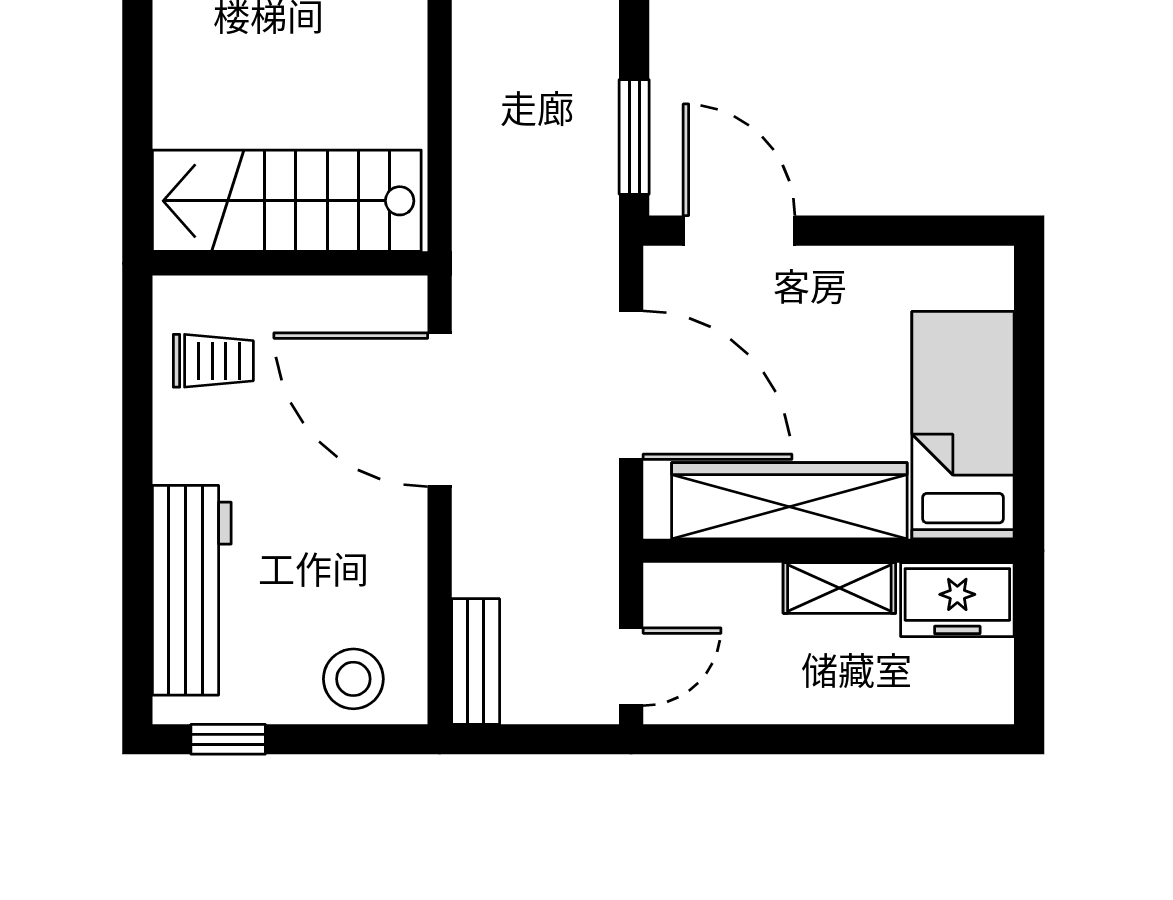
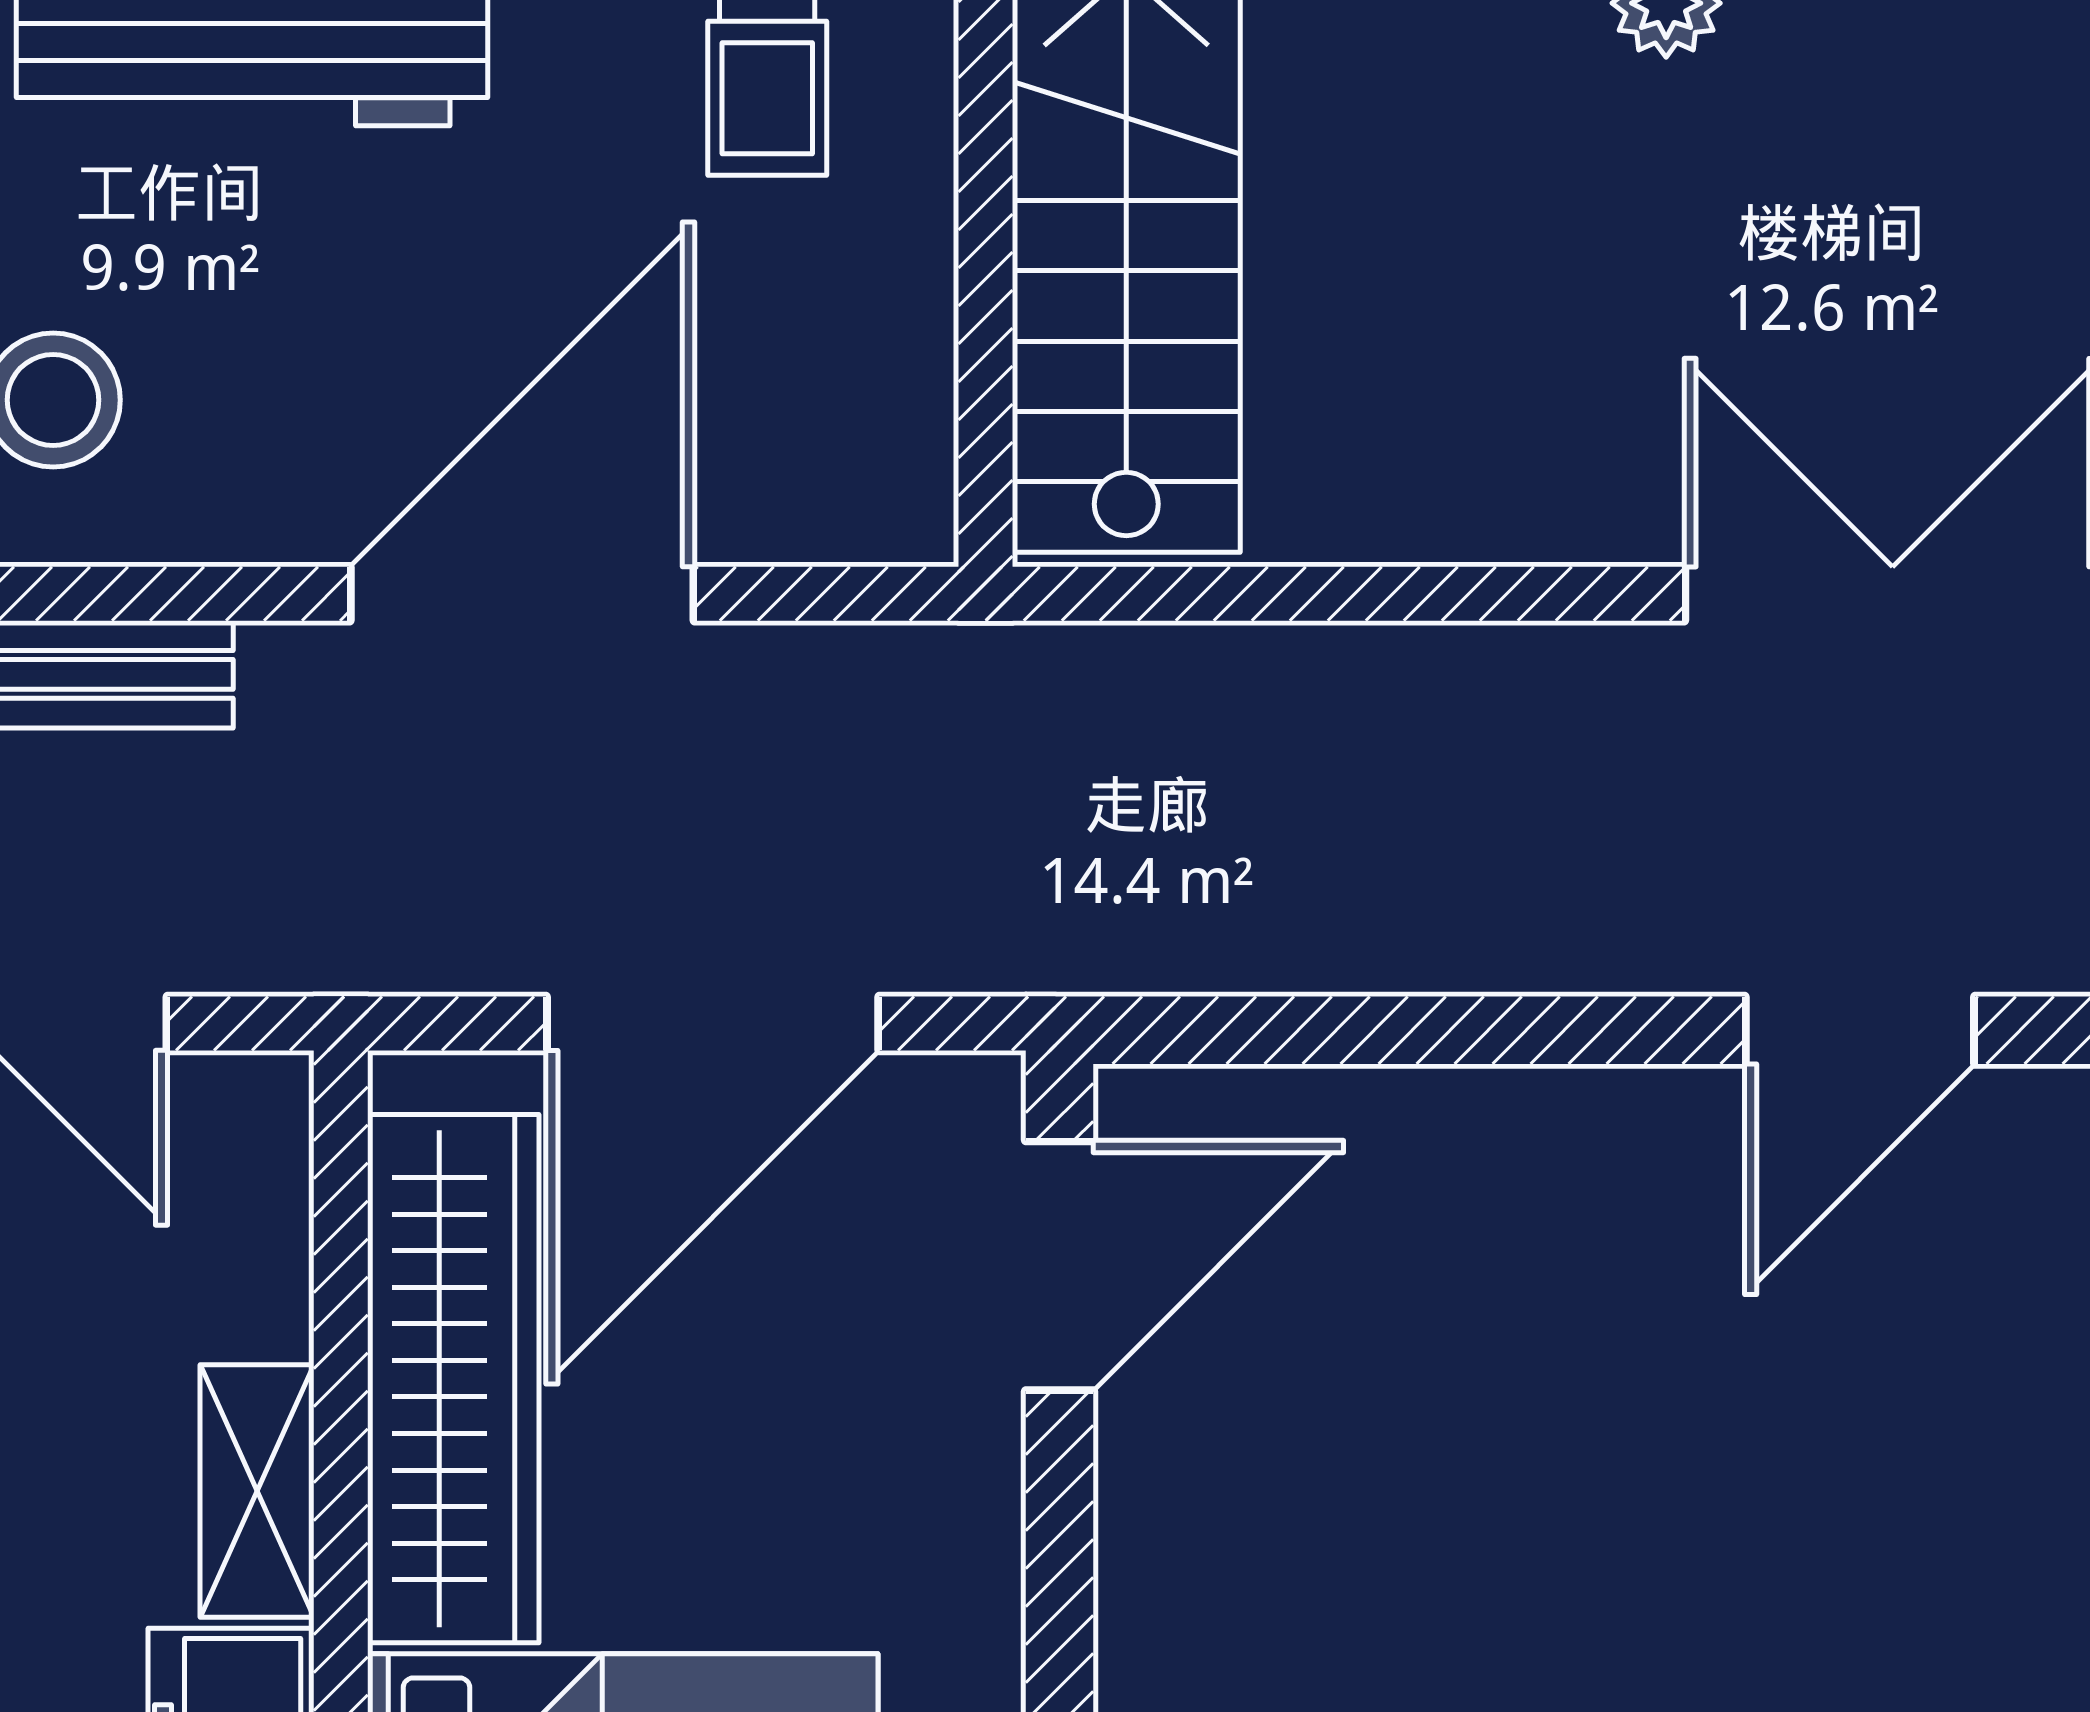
window: (634, 137) -> (1270, 1030), removed
door: (440, 410) -> (522, 594), moved

